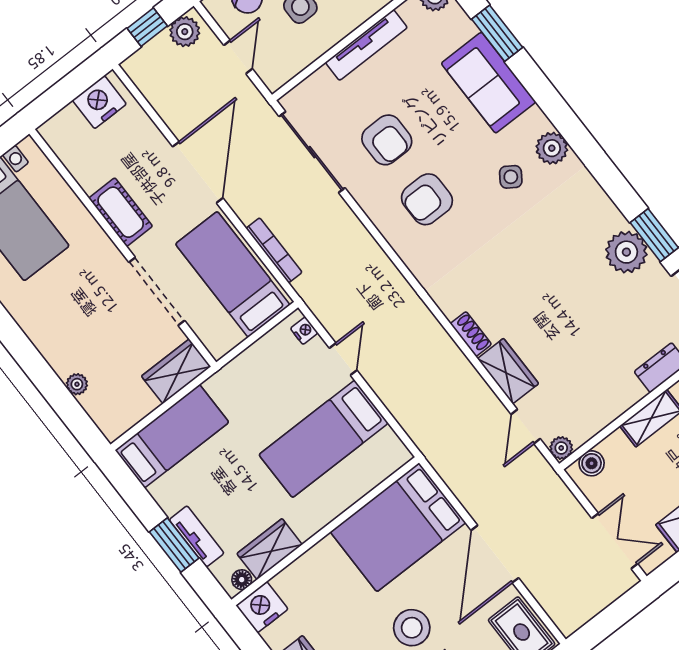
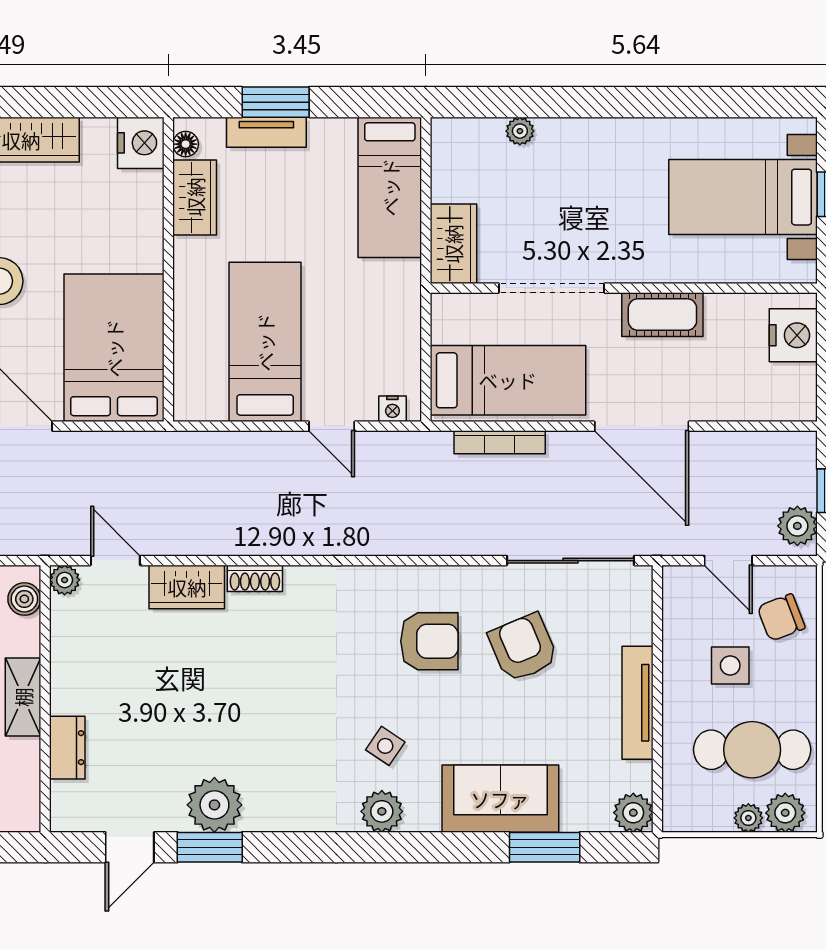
nightstand: (99, 102) -> (793, 335), moved
armchair: (387, 140) -> (523, 648), turned 67
armchair: (427, 199) -> (429, 641), turned 90

